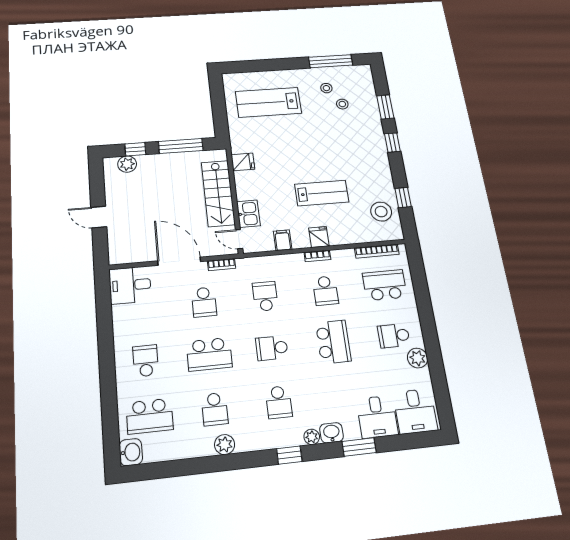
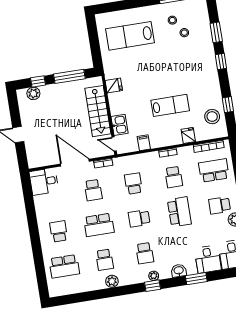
fridge: (319, 237) -> (188, 135), moved
plant: (312, 437) -> (154, 276), moved
washbasin: (131, 452) -> (55, 289), removed

